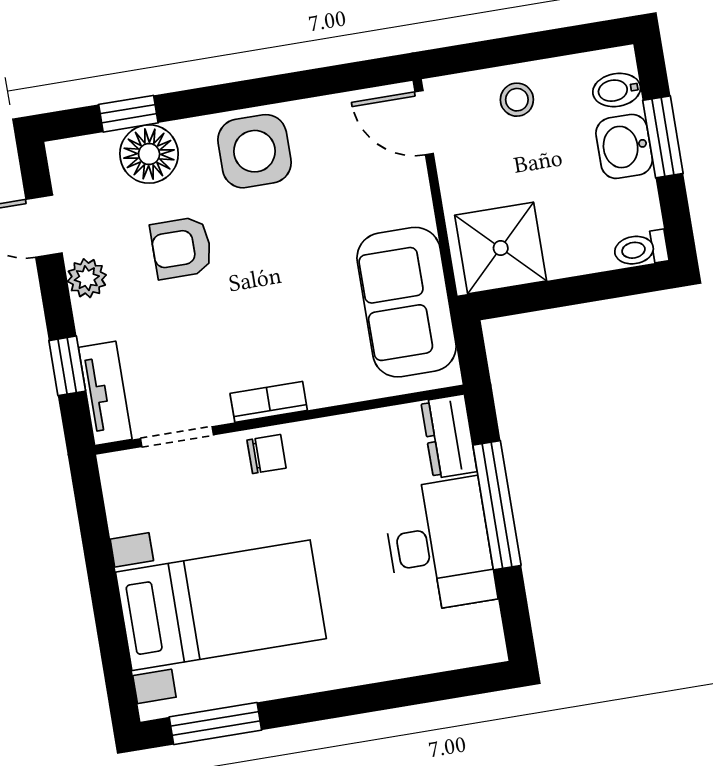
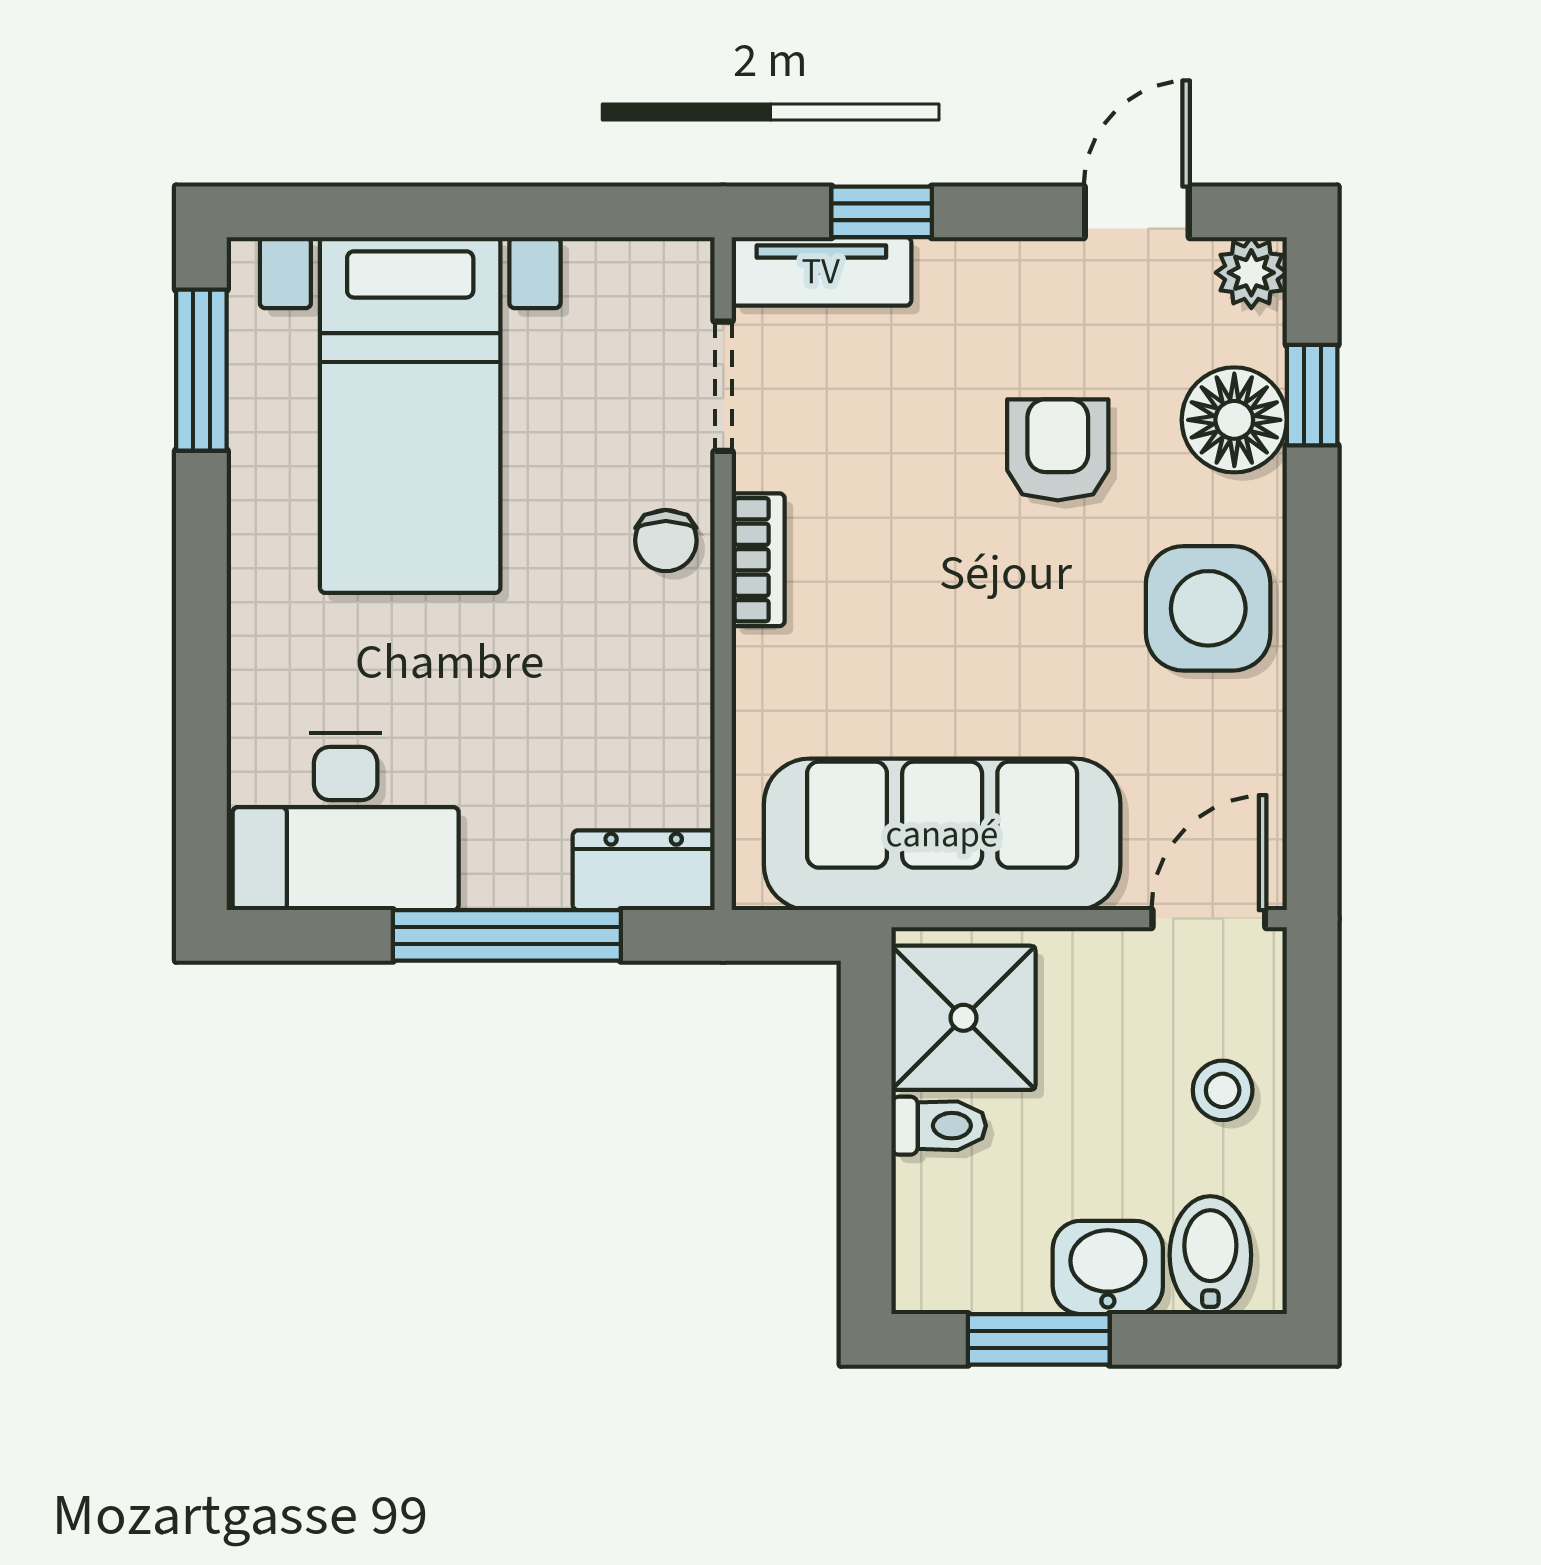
bidet: (617, 90) -> (1210, 1255), width x1.38, depth x1.36
window: (663, 137) -> (1039, 1339), moved
toilet: (641, 249) -> (939, 1126), moved, turned 90
plant: (87, 278) -> (1251, 273), moved
sofa: (407, 302) -> (942, 834), width x1.36
desk: (439, 545) -> (346, 821), moved

